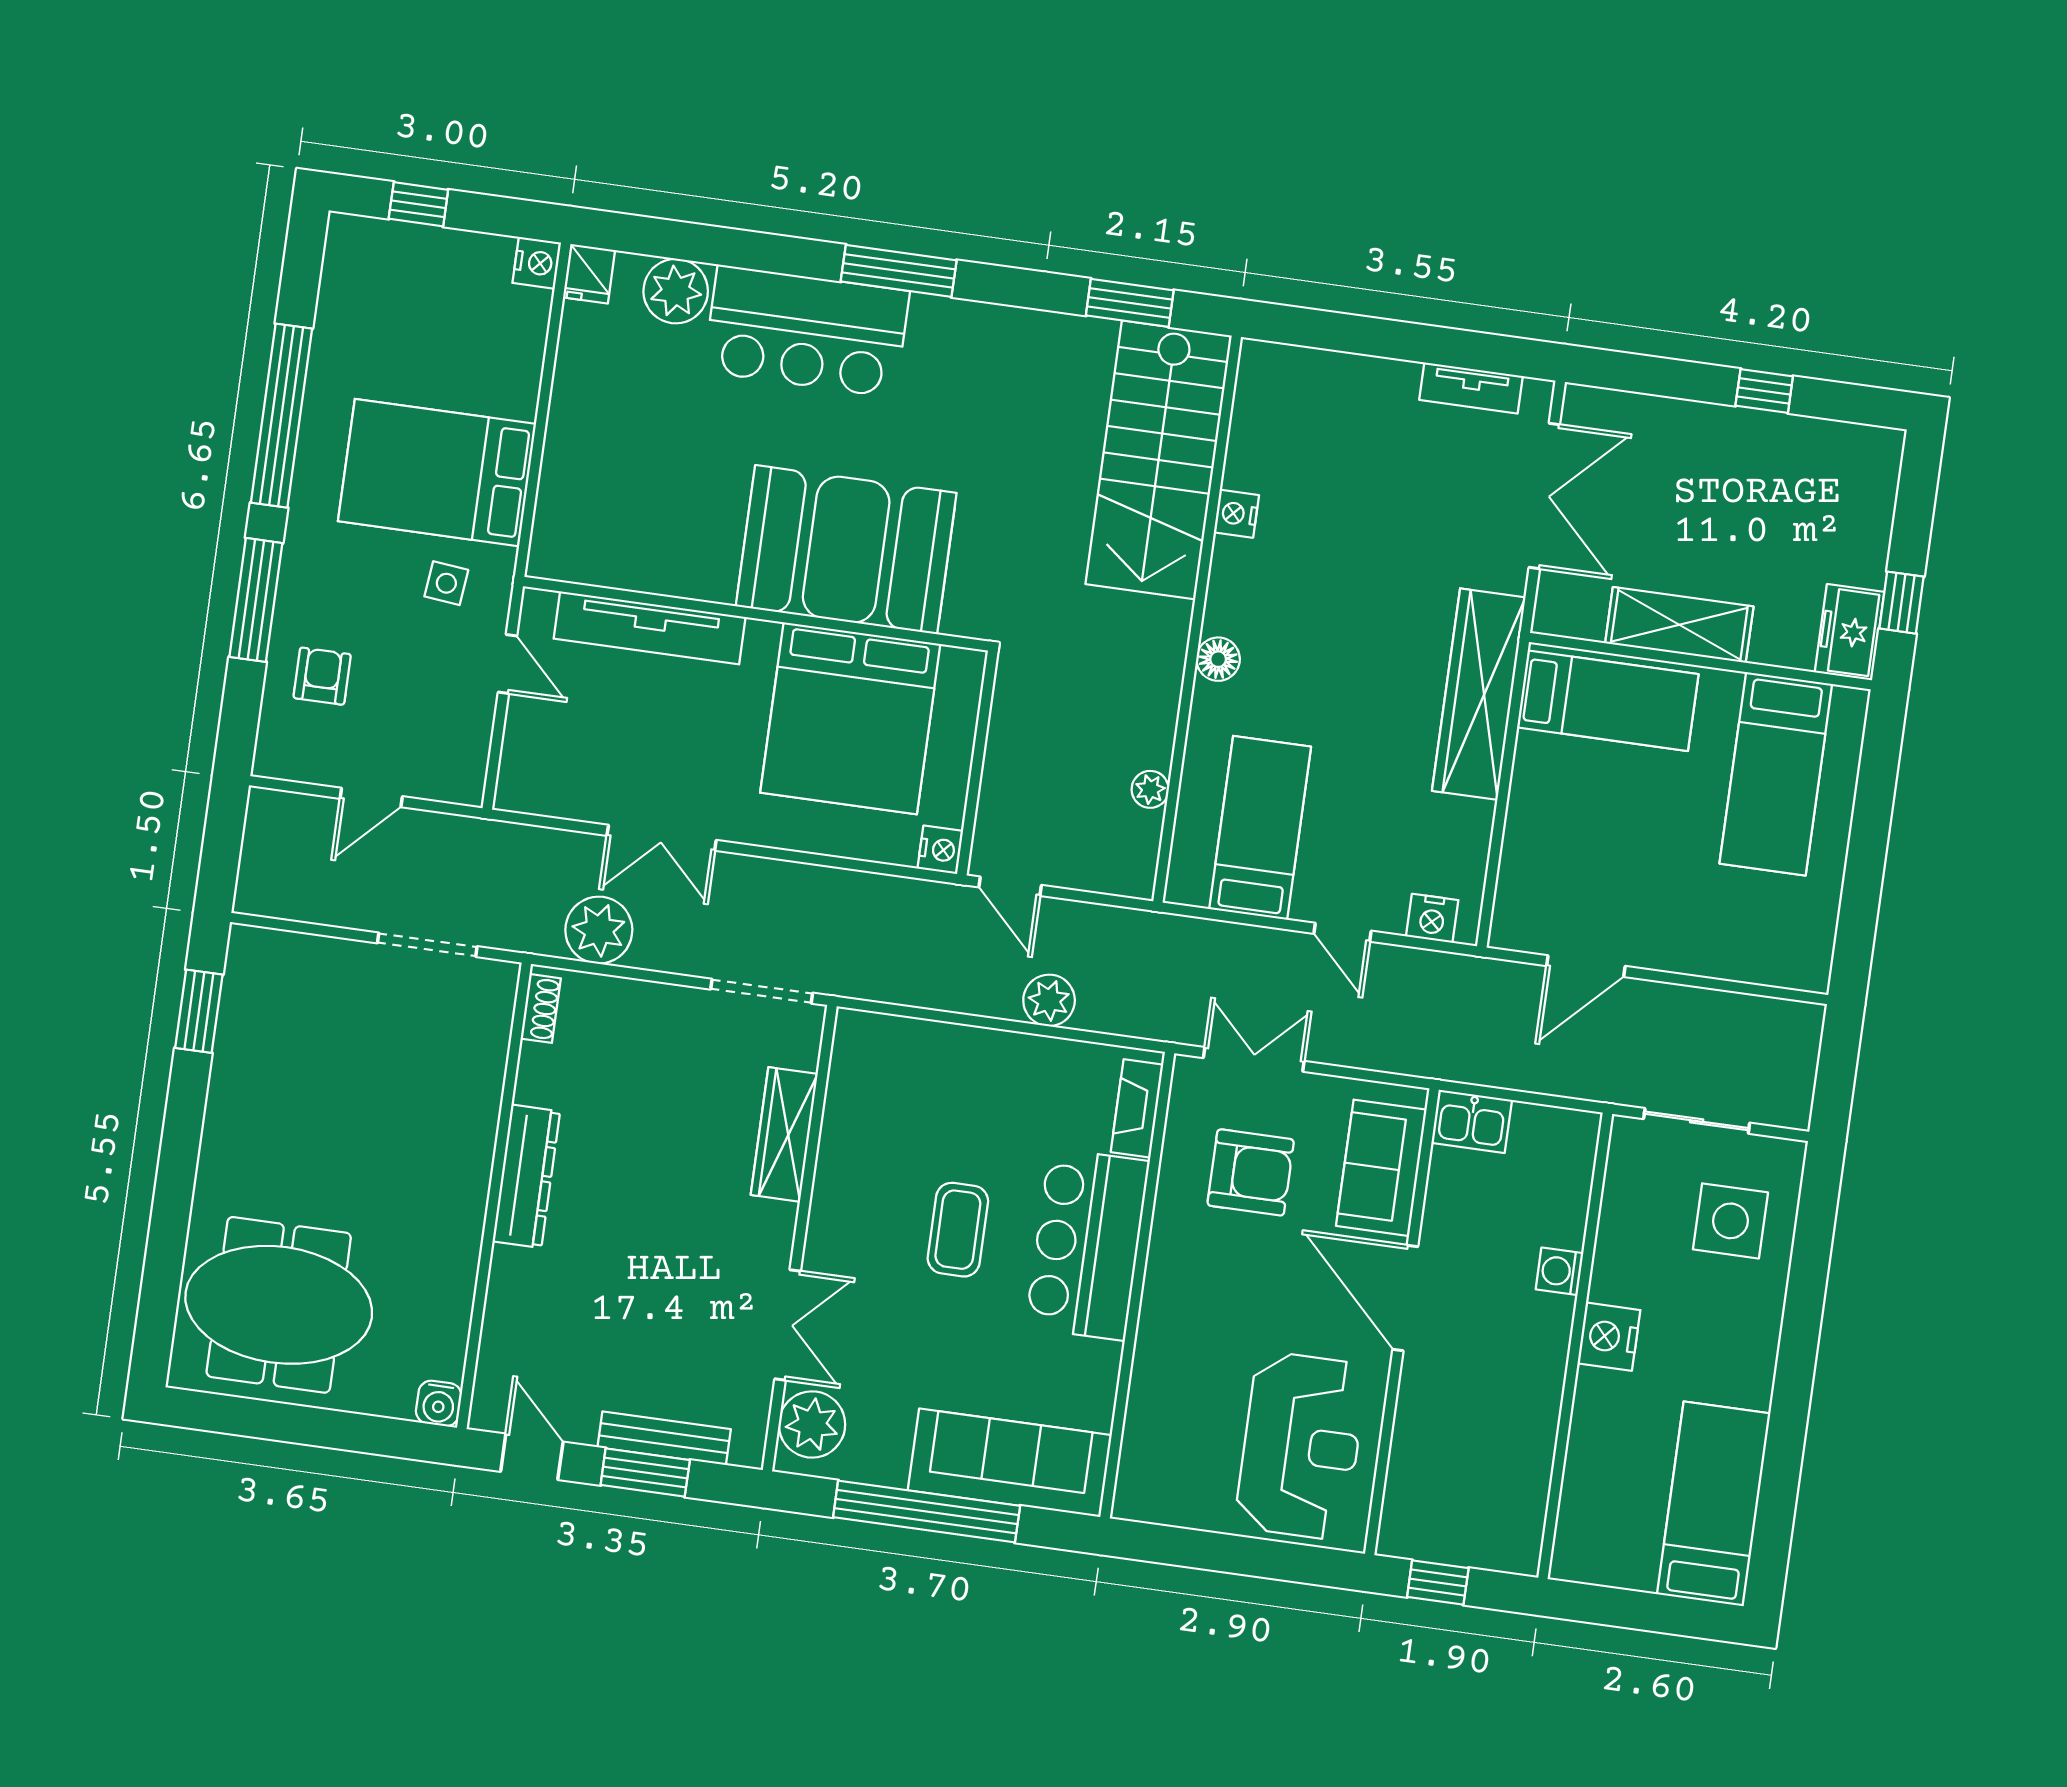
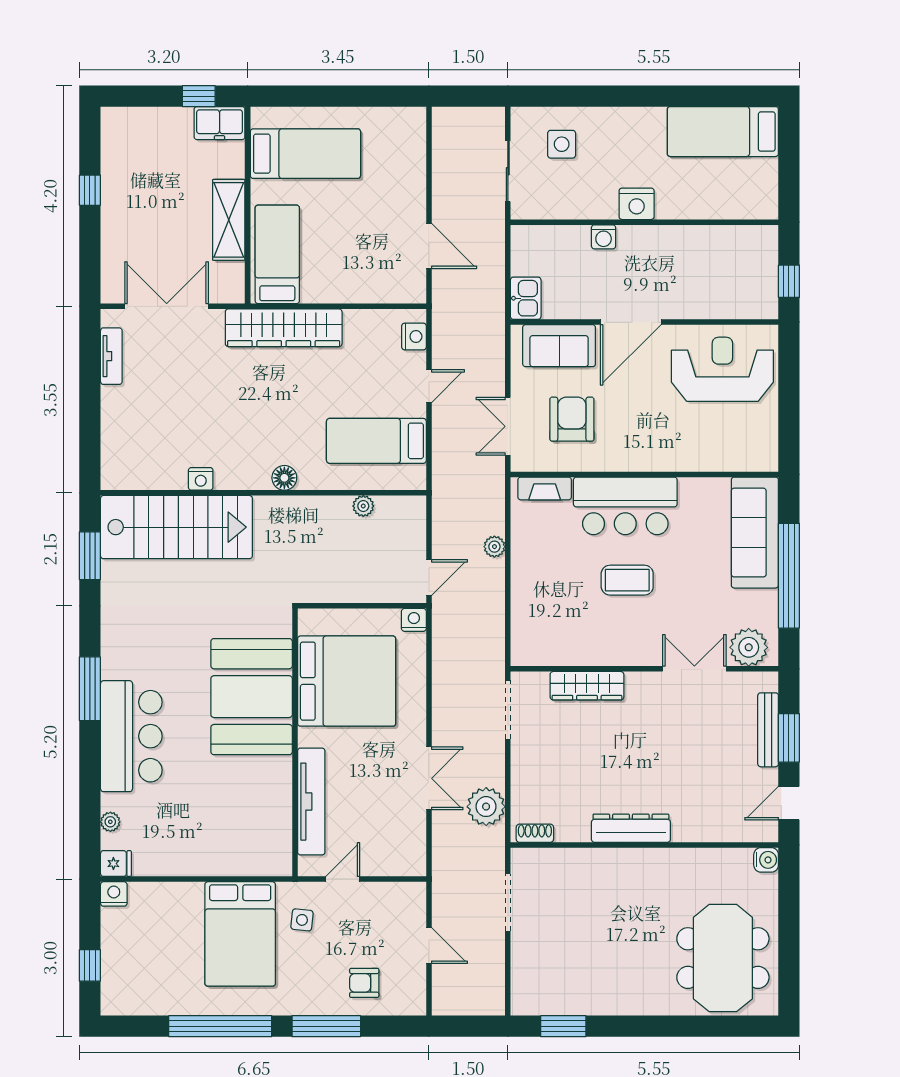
plant: (676, 291) -> (110, 822), width x0.53, depth x0.53
plant: (1049, 1000) -> (494, 547), width x0.73, depth x0.73
side table: (1730, 1221) -> (562, 144), width x0.73, depth x0.73

